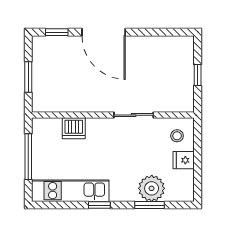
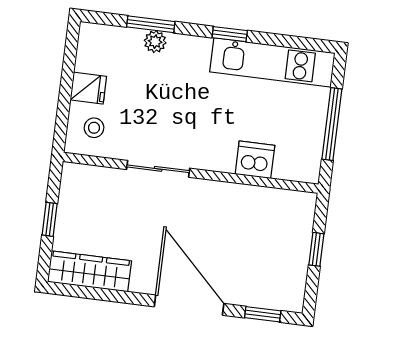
wardrobe: (169, 45) -> (90, 271), added
window: (28, 77) -> (316, 249), width x0.67
plant: (152, 188) -> (155, 42), width x0.53, depth x0.53

